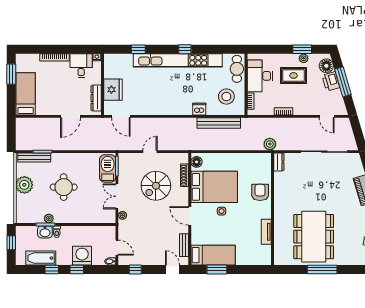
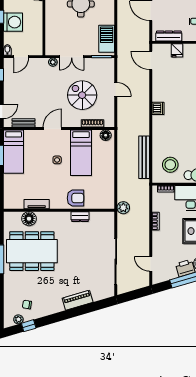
fridge: (113, 90) -> (177, 50), width x0.53, depth x0.75
dishwasher: (199, 109) -> (158, 108), moved
door: (121, 116) -> (151, 60), hinge flipped
door: (327, 116) -> (151, 264), hinge flipped
dresser: (279, 162) -> (80, 217), moved
barbecue: (108, 168) -> (107, 39), moved, turned -90
bed: (214, 187) -> (81, 153), width x0.67
double door: (117, 196) -> (72, 57), swing flipped
floor lamp: (281, 239) -> (29, 219), added

